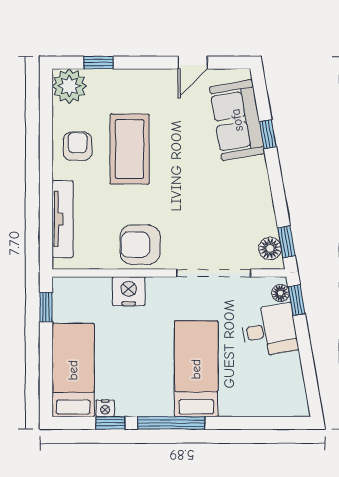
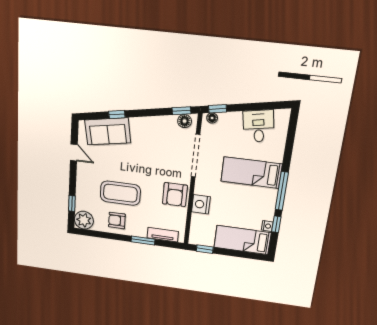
window: (46, 196) -> (143, 240), added
tv unit: (62, 219) -> (163, 235), width x0.71
desk: (269, 330) -> (258, 126), moved

